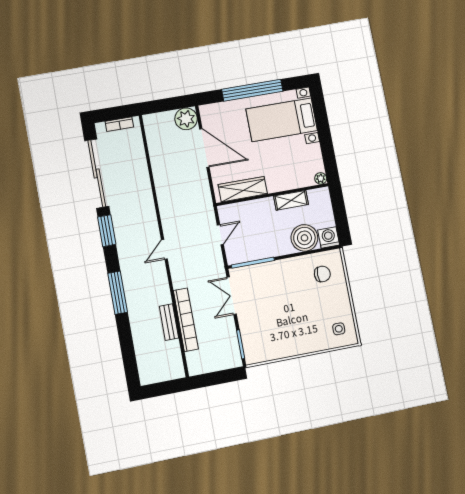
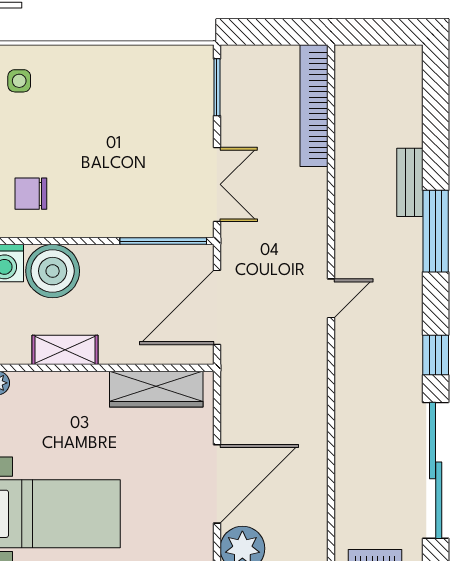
door: (204, 148) -> (217, 484), swing flipped
window: (107, 231) -> (436, 355), width x0.67
door: (220, 235) -> (217, 307), width x1.87
bookcase: (186, 320) -> (314, 106), moved
bench: (169, 322) -> (410, 182), moved

